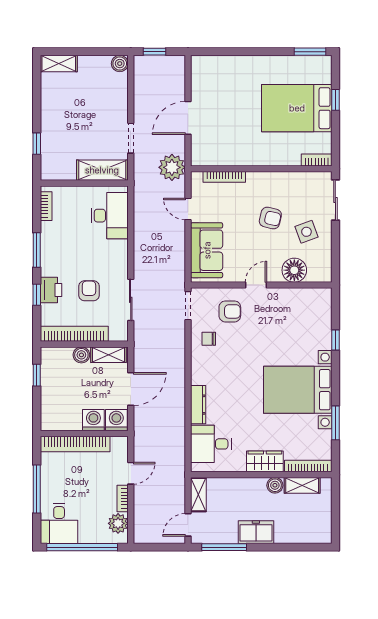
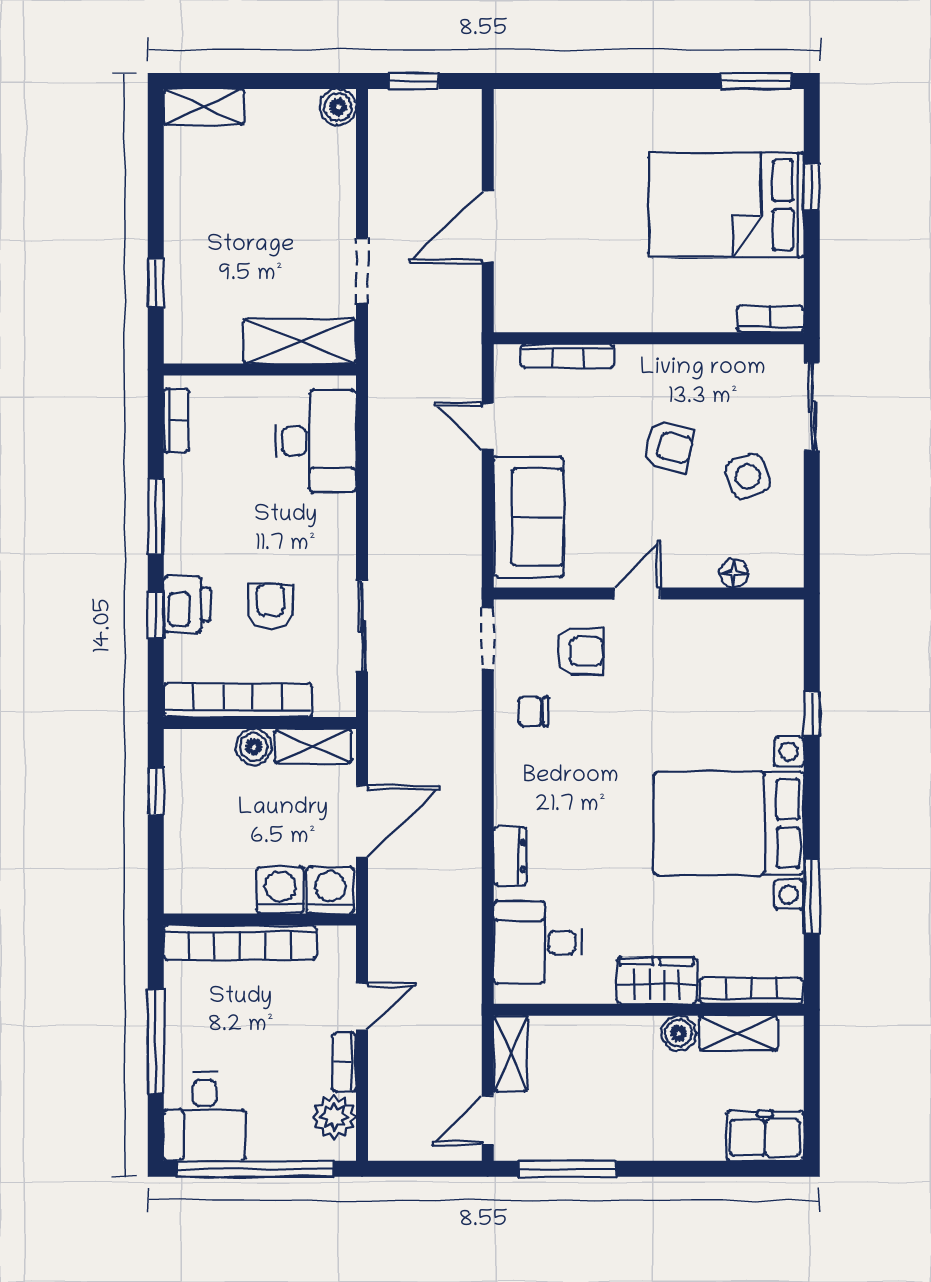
plant: (172, 167) -> (453, 335), removed
floor lamp: (294, 270) -> (734, 573), width x0.53, depth x0.53
dresser: (198, 405) -> (510, 856), width x0.70
freezer: (256, 532) -> (765, 1136), moved

